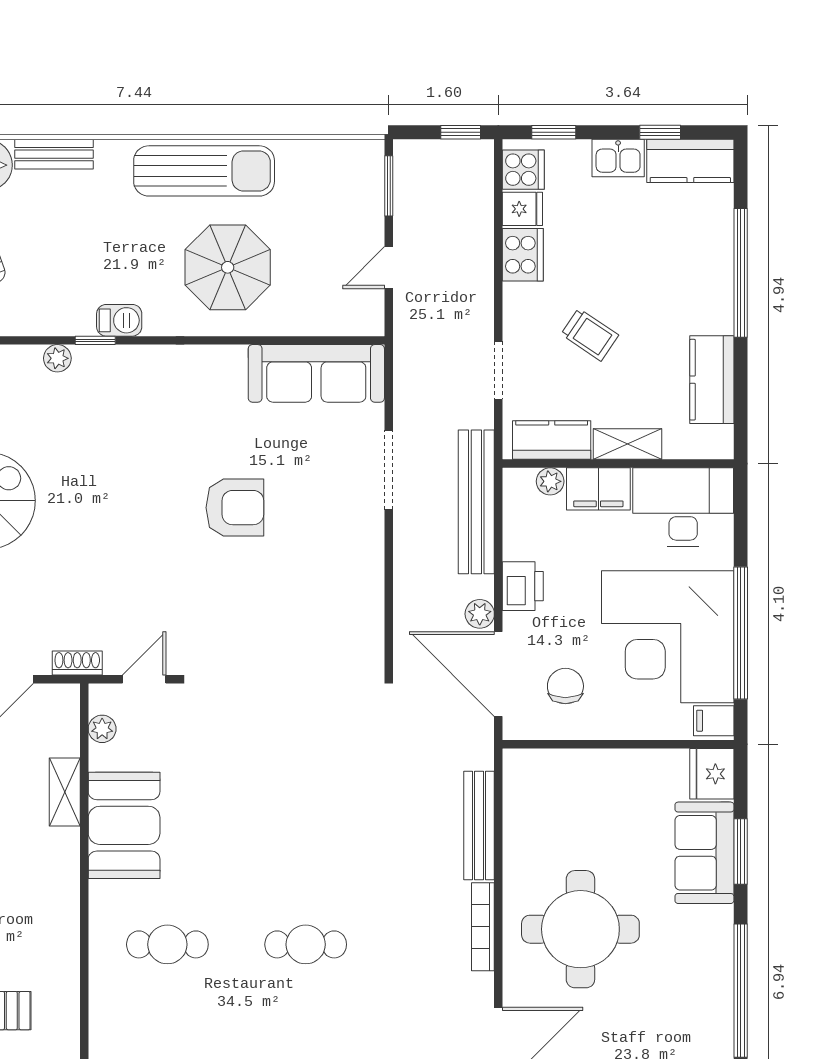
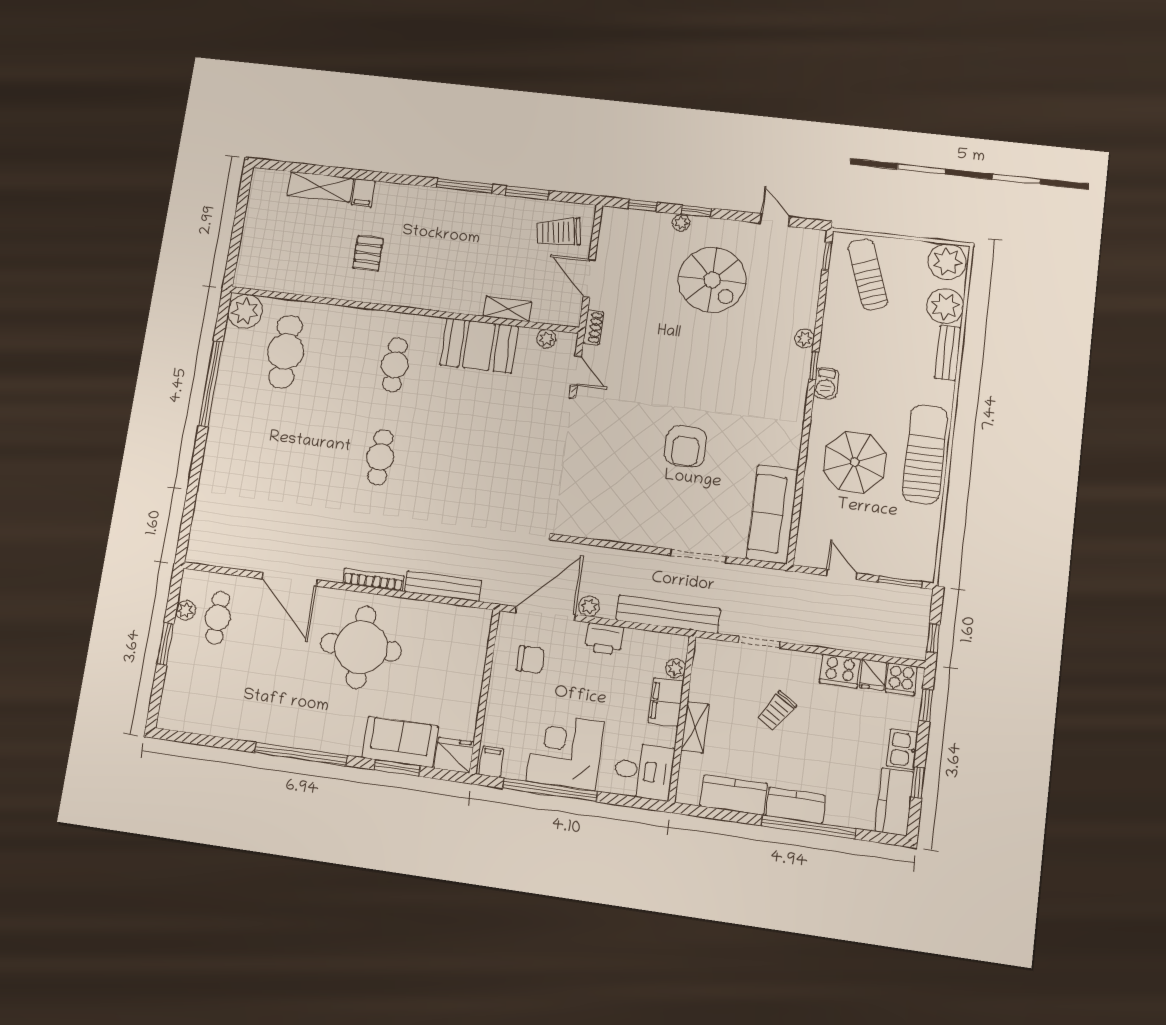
sun lounger: (204, 171) -> (925, 454), turned 180
kitchen counter: (552, 440) -> (795, 806), moved, turned -90
desk: (683, 507) -> (644, 771), width x0.73
corner desk: (668, 637) -> (565, 751), width x0.74, depth x0.74

